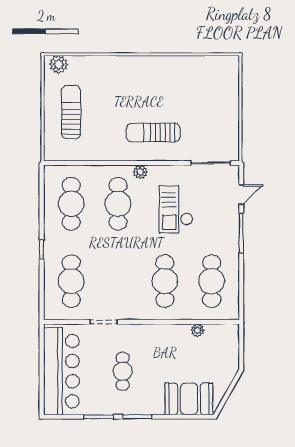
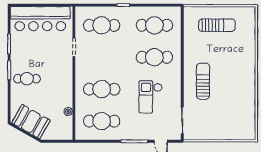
plant: (59, 64) -> (249, 17), removed
plant: (140, 172) -> (176, 72), removed
checkout: (176, 209) -> (151, 97), turned -90
cafe table: (123, 371) -> (27, 79), moved
booth: (189, 399) -> (31, 121), moved, turned -61

